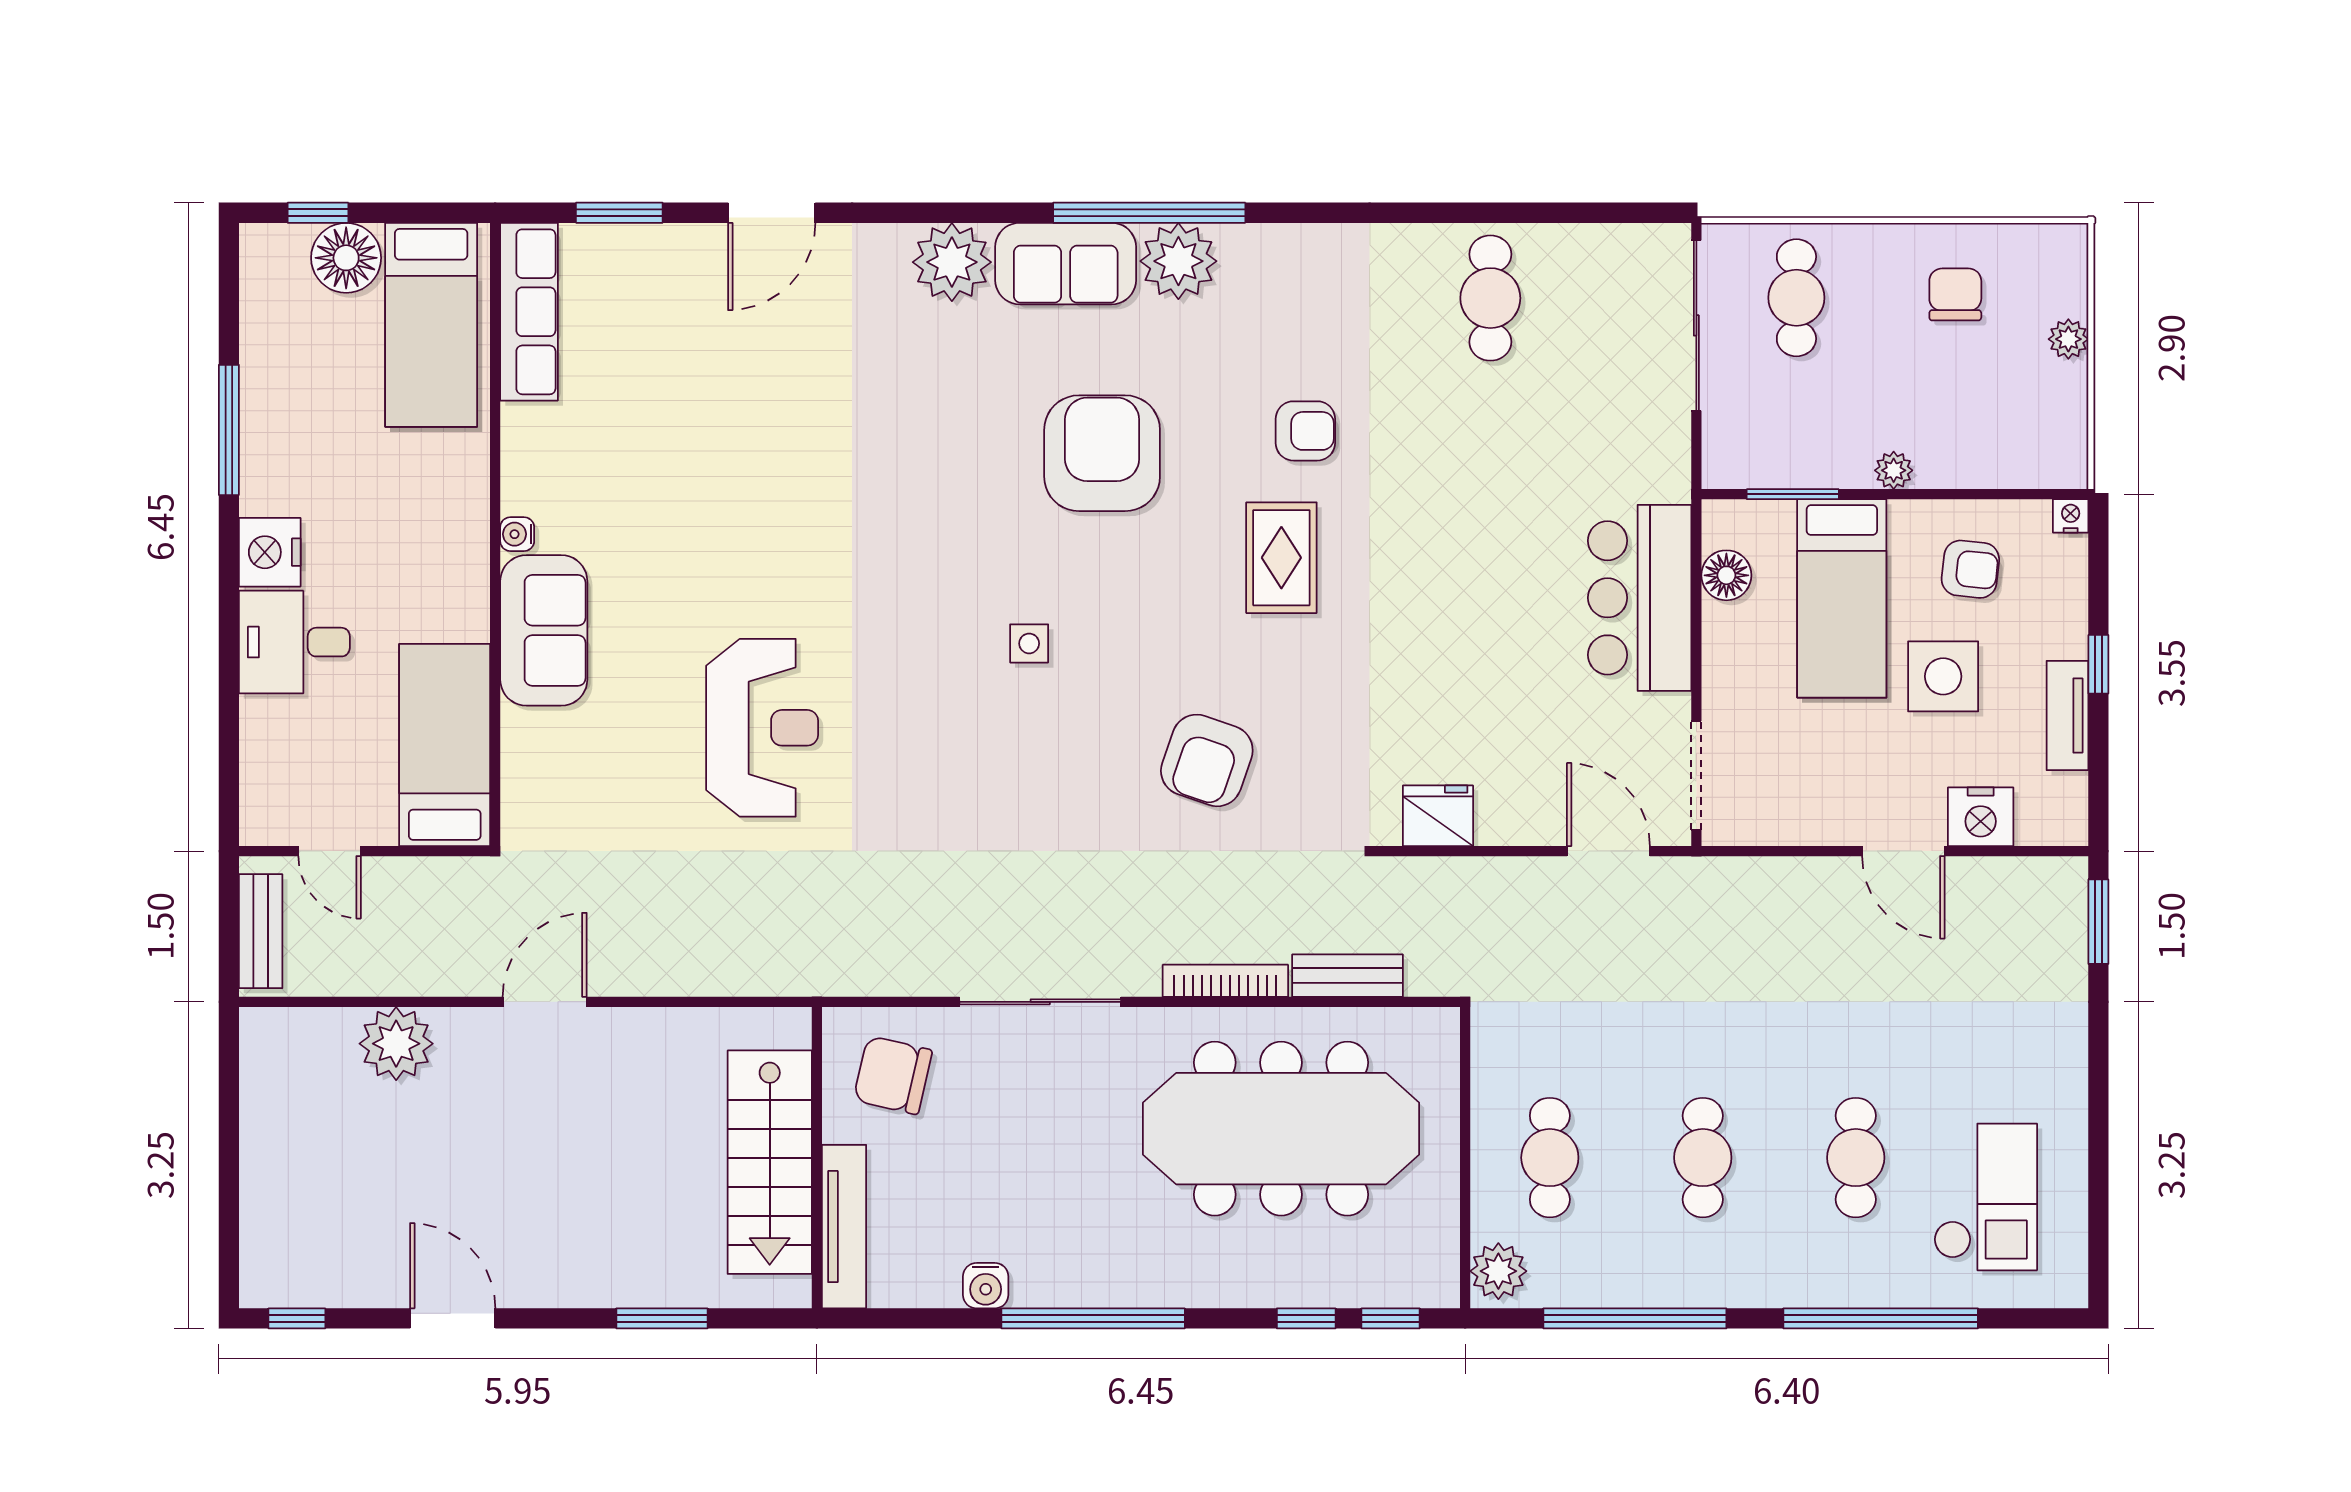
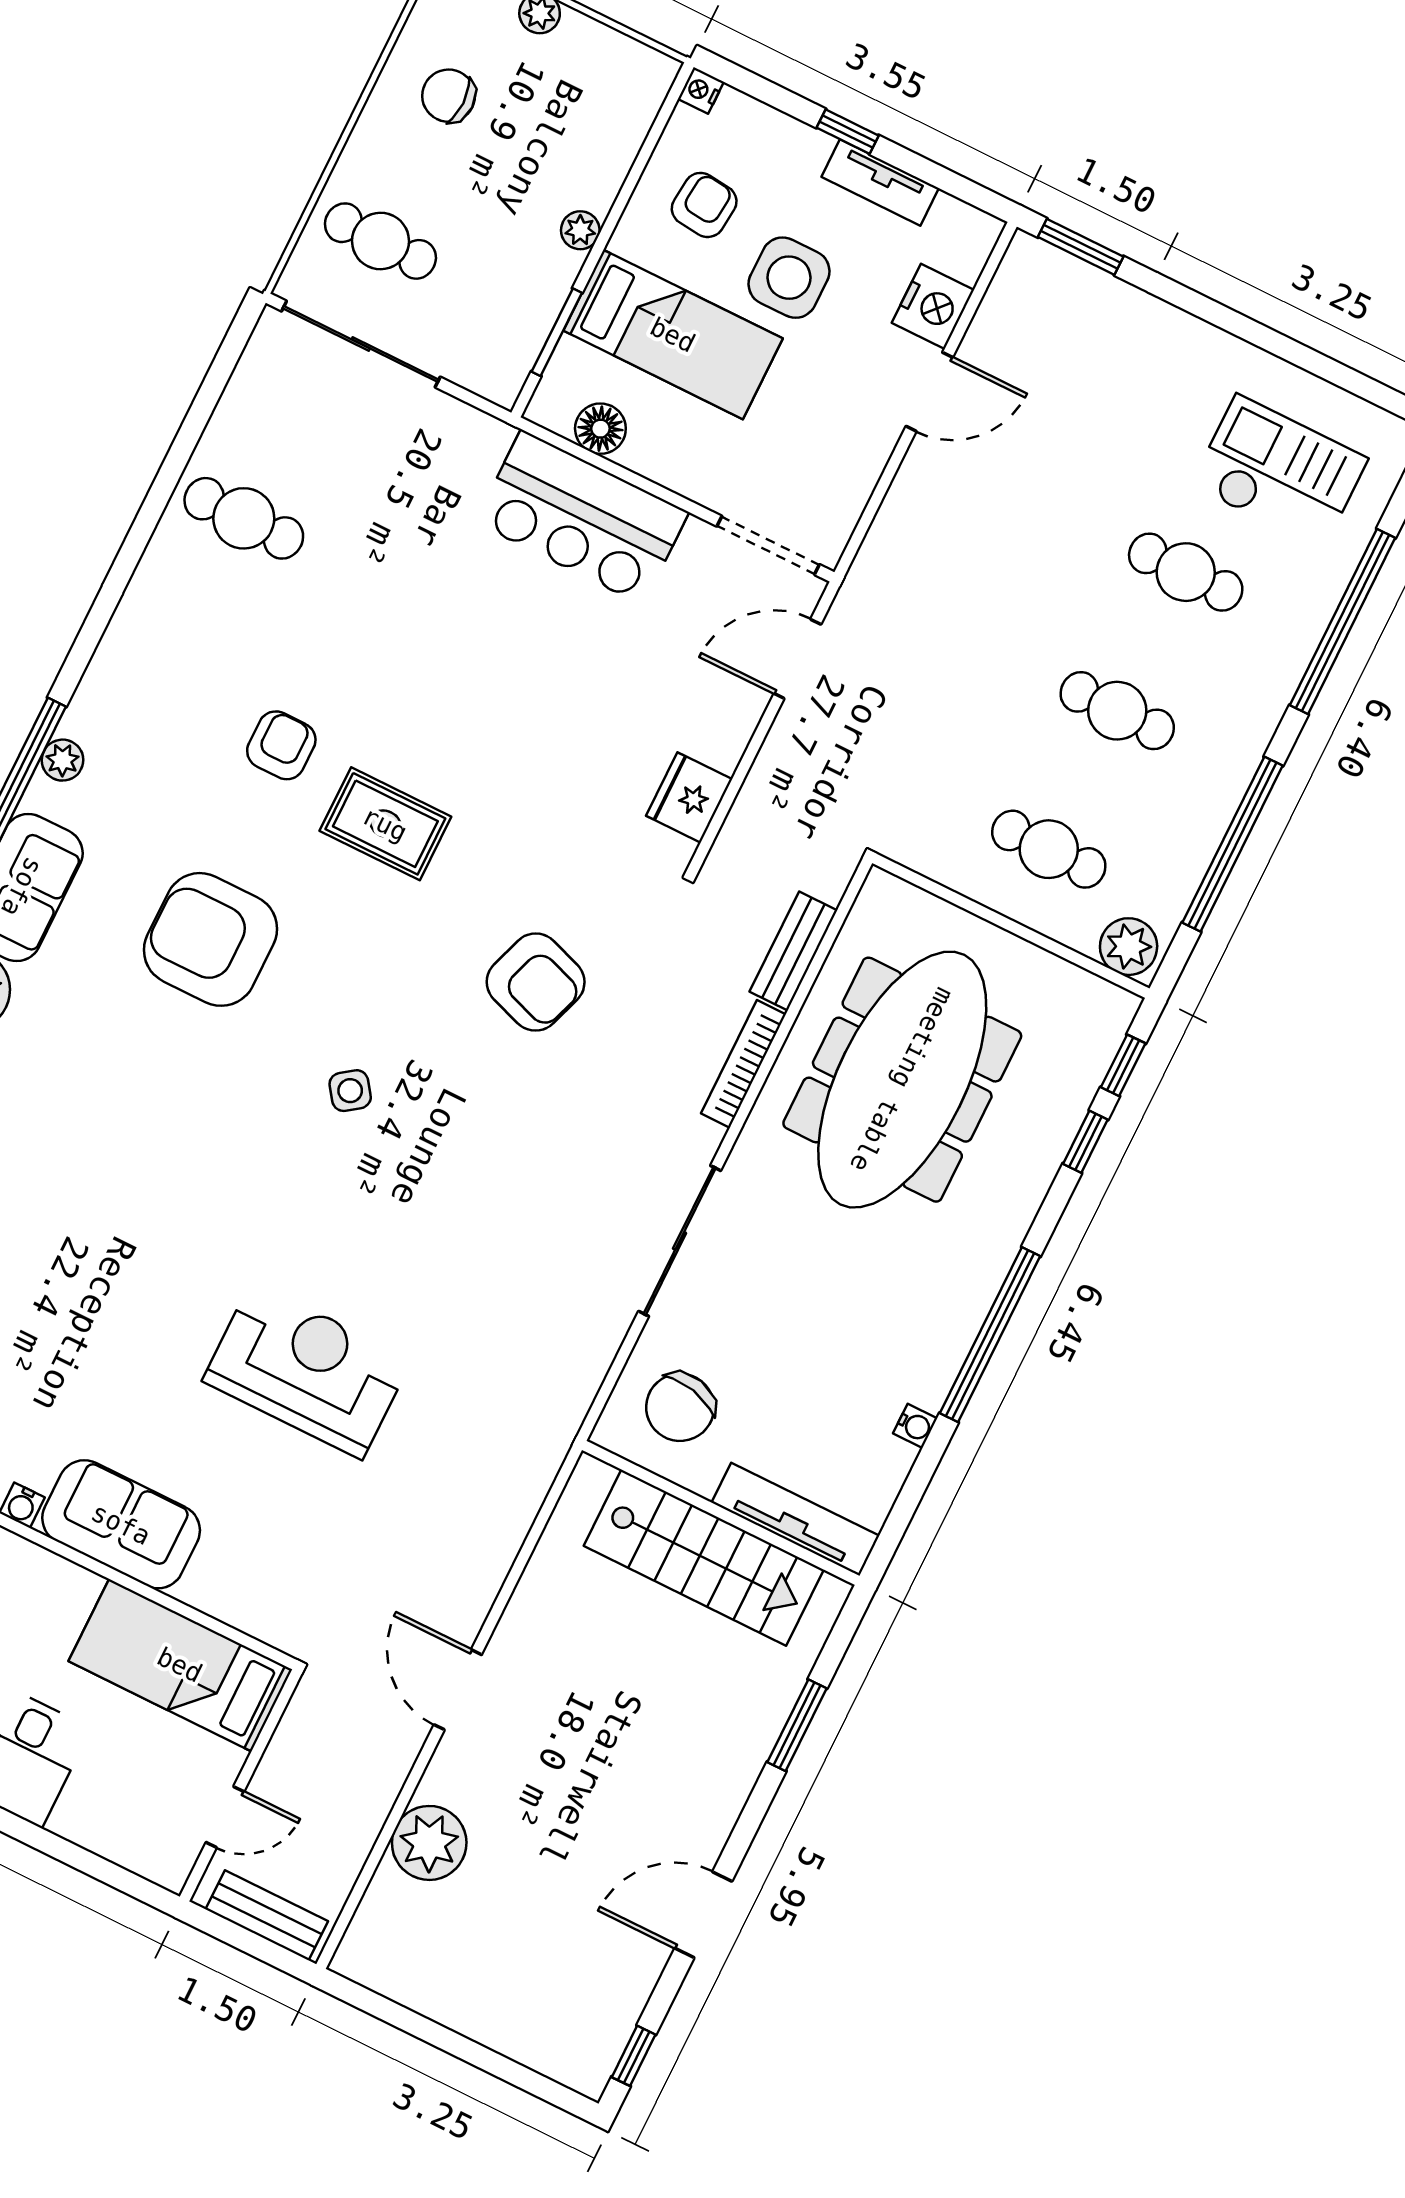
plant: (1178, 261) -> (63, 760), width x0.53, depth x0.53
side table: (1029, 643) -> (350, 1091), turned -36
water cooler: (986, 1286) -> (915, 1426), width x0.72, depth x0.72

